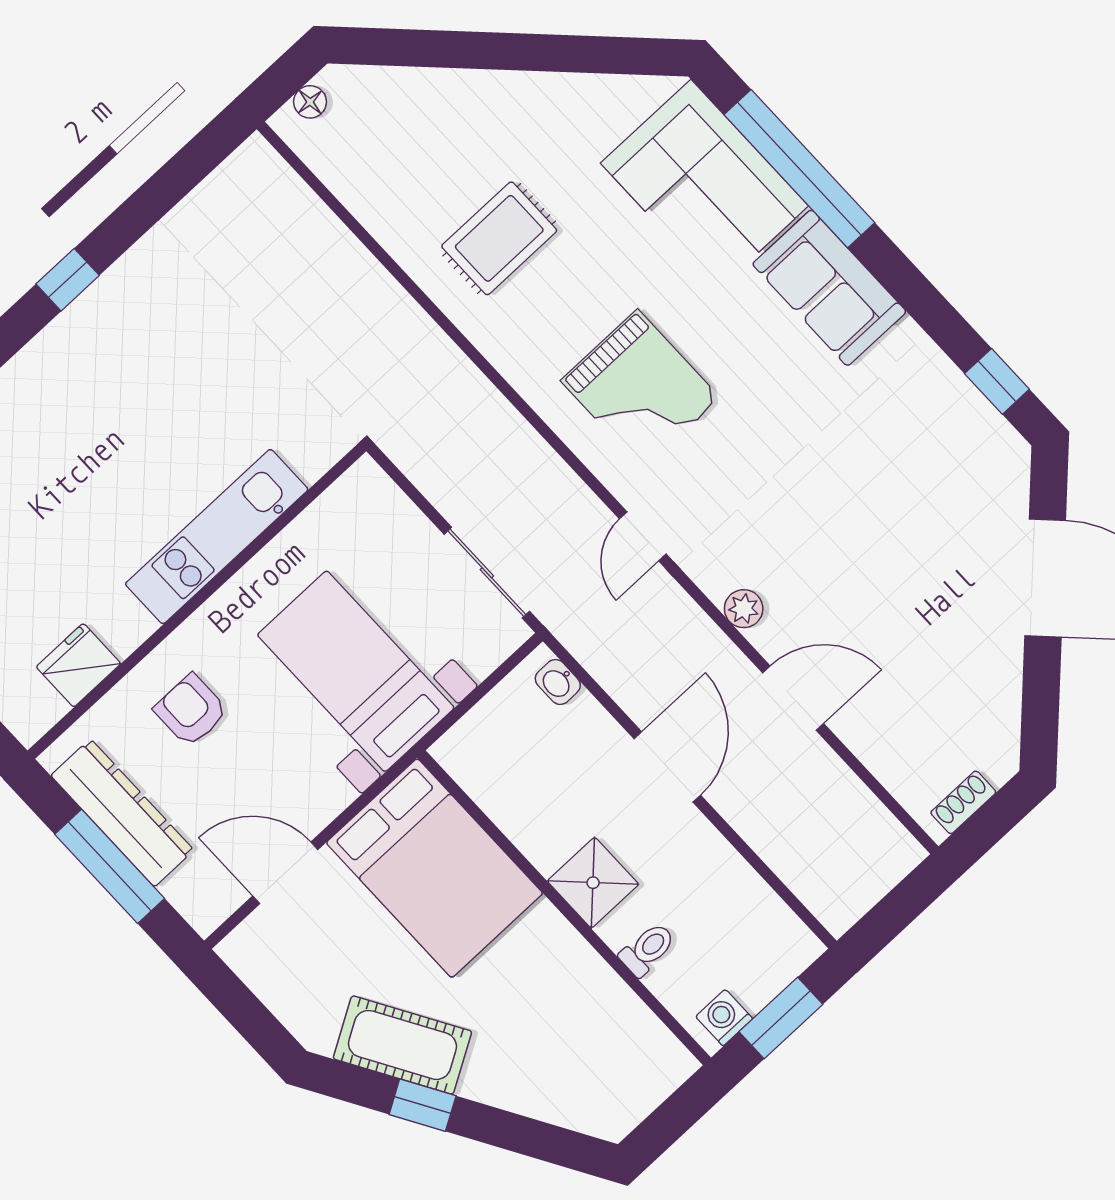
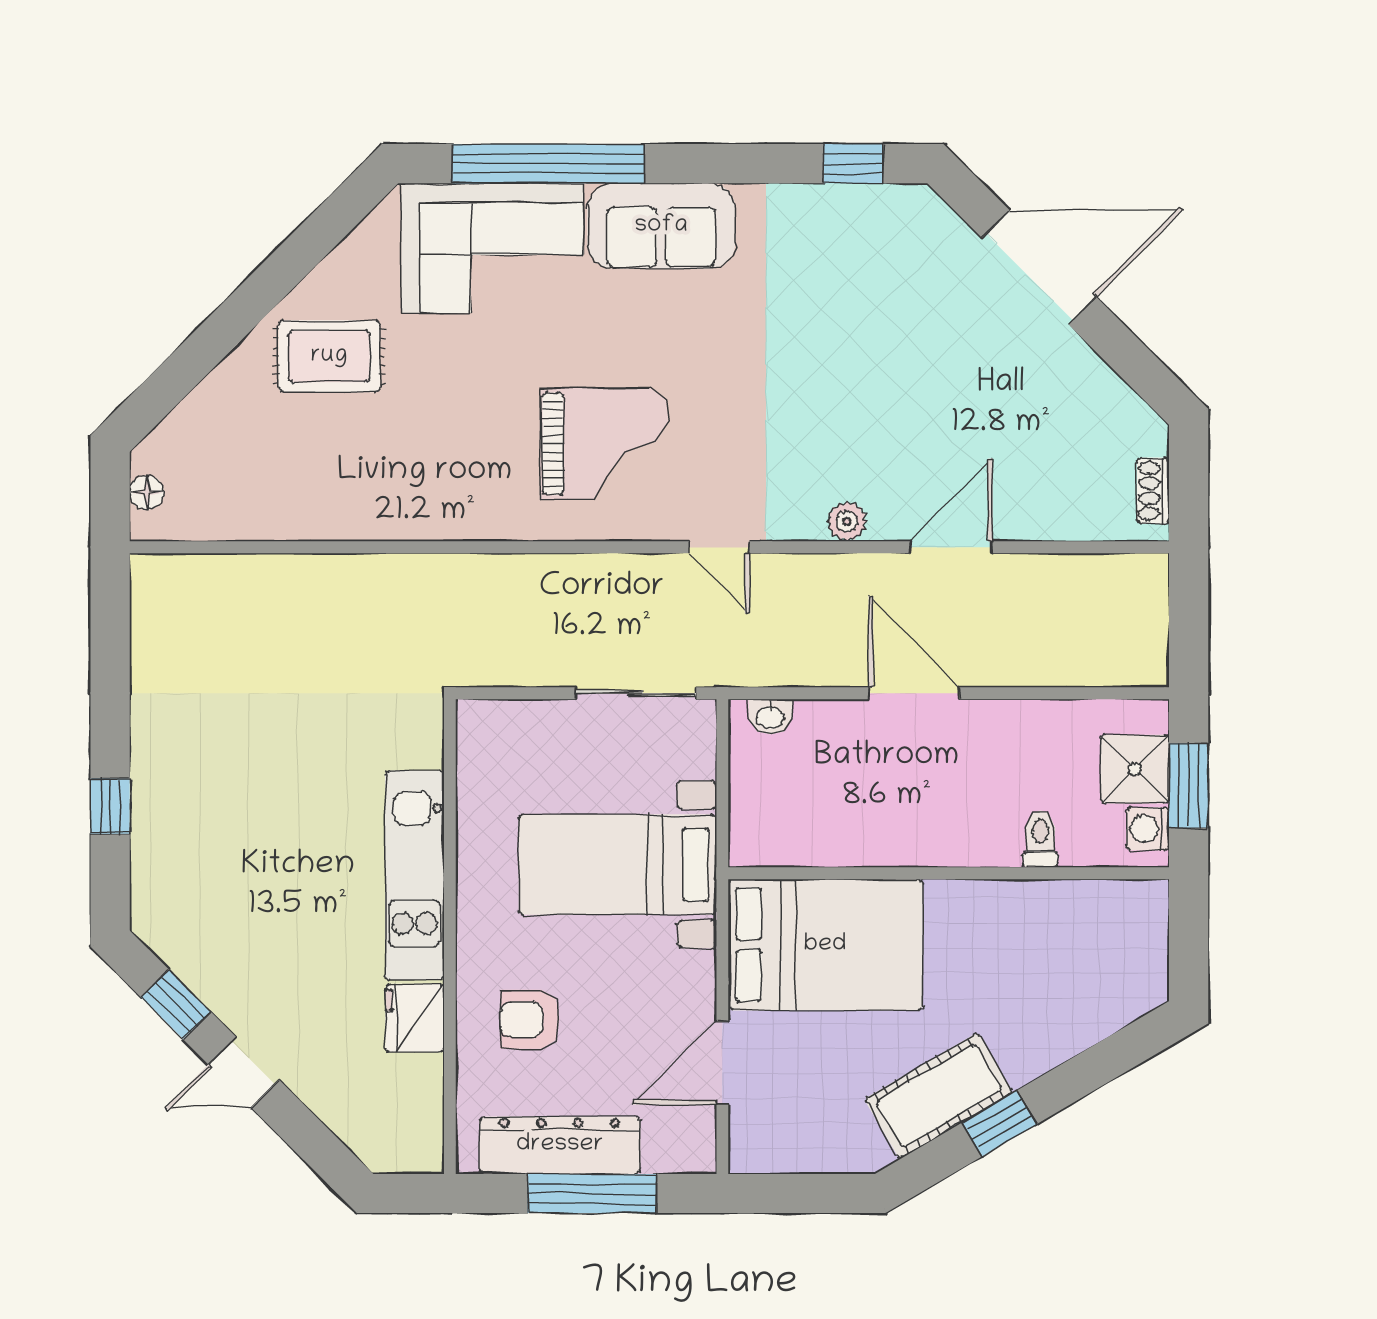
rug: (499, 238) -> (329, 356), moved, turned 90
fridge: (78, 665) -> (415, 1018), moved
shower: (593, 883) -> (1135, 769), moved

